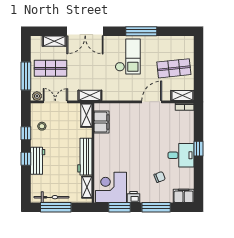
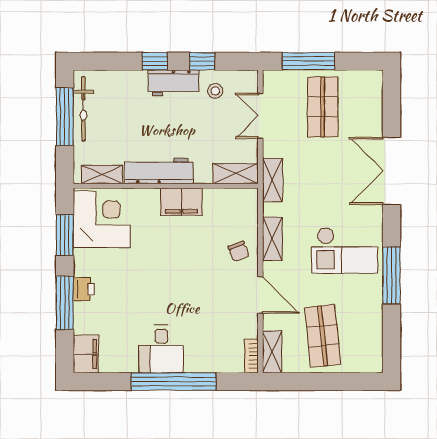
shelving: (54, 41) -> (272, 239), moved
plant: (37, 96) -> (271, 82), removed
double door: (55, 102) -> (260, 116), swing flipped
filing cabinet: (102, 122) -> (181, 202), moved
window: (198, 149) -> (173, 382), width x3.17
workbench: (38, 161) -> (174, 83), moved
chair: (160, 177) -> (239, 251), moved
printer: (133, 197) -> (84, 289), moved

